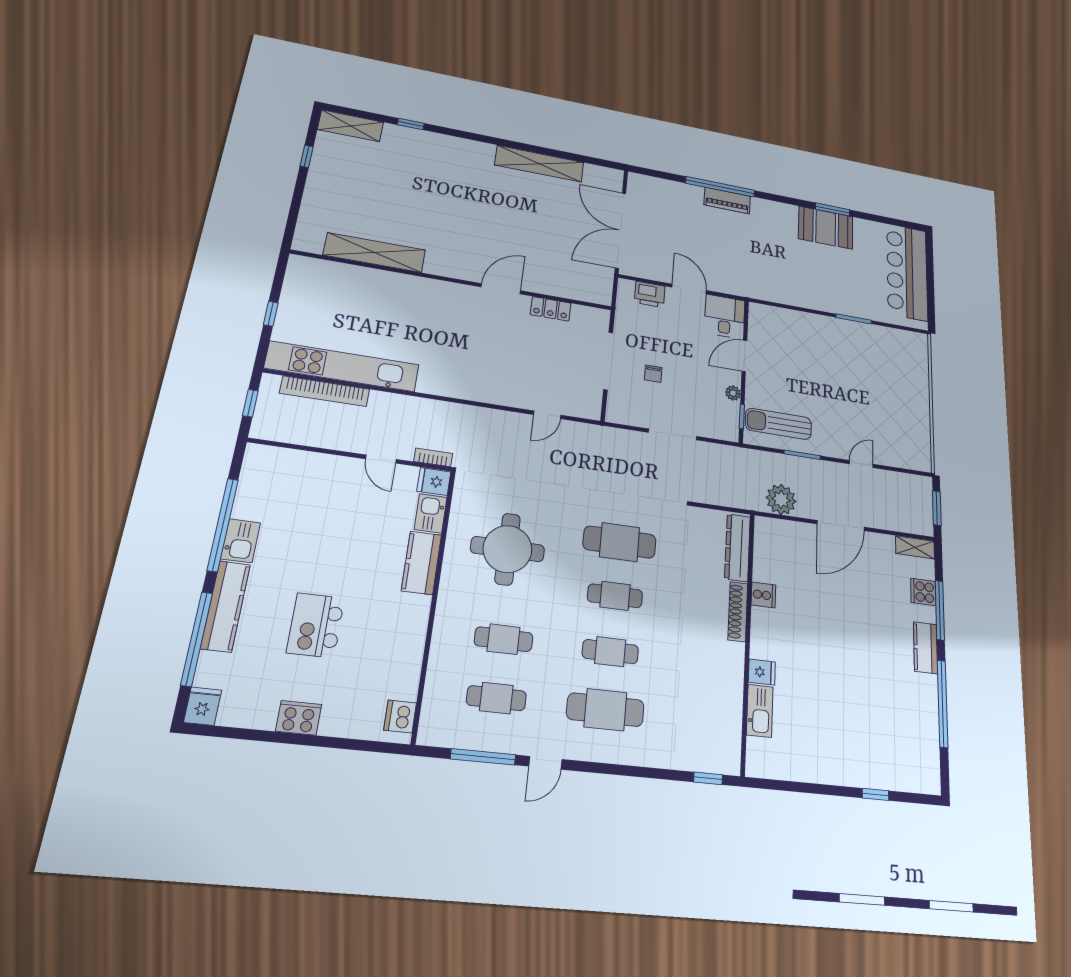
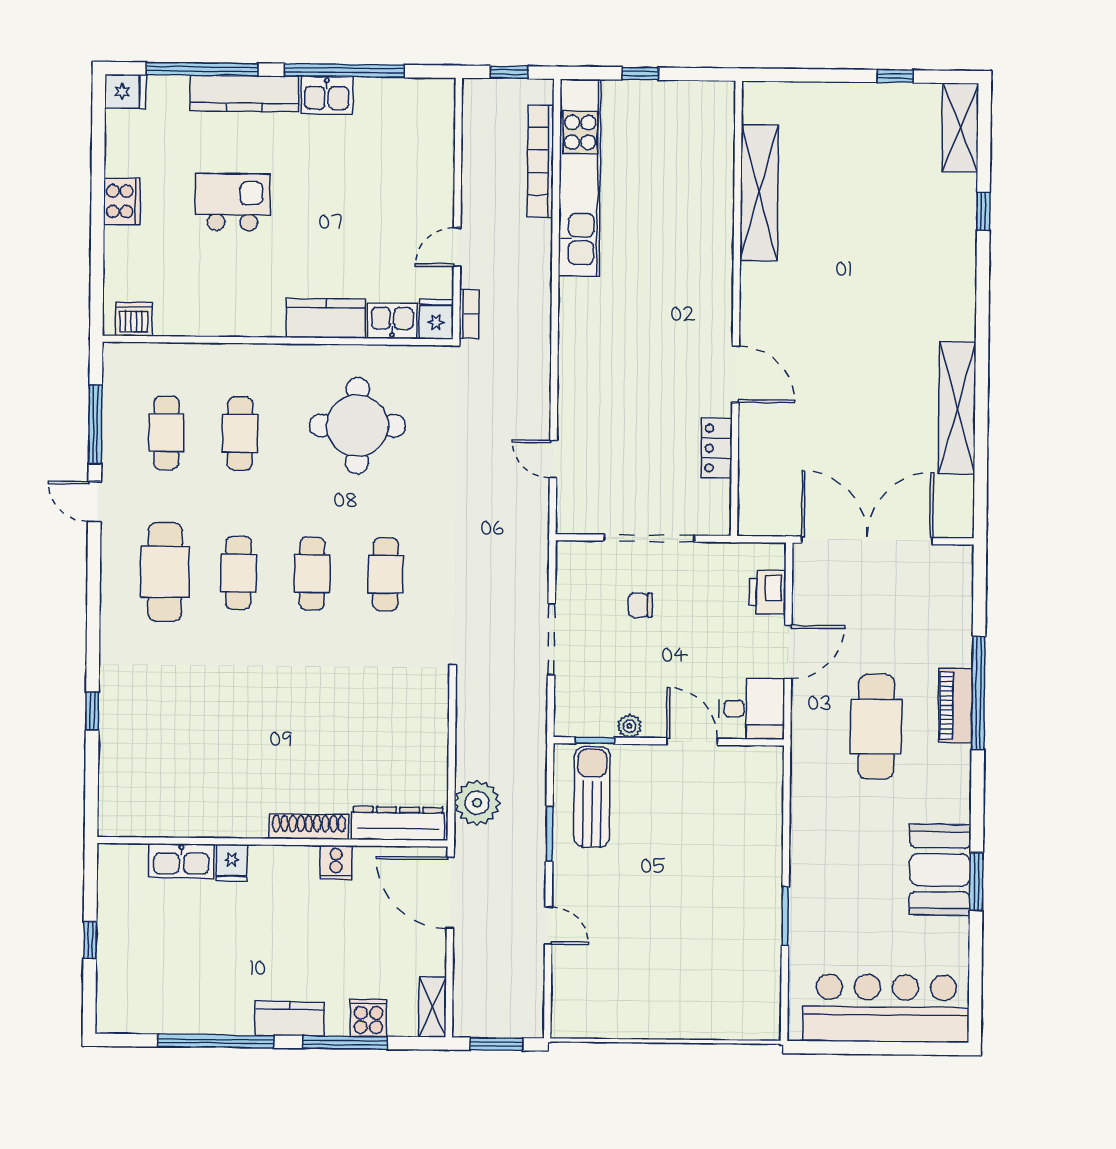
cafe table: (739, 247) -> (876, 727), added
cafe table: (620, 542) -> (386, 574), width x0.73, depth x0.74
dresser: (737, 548) -> (398, 823), moved
cooker: (763, 595) -> (336, 863), moved
shoe rack: (738, 612) -> (309, 827), moved
wall: (748, 640) -> (272, 842), moved
fridge: (762, 672) -> (232, 863), moved
kitchen sink: (760, 711) -> (181, 861), moved

